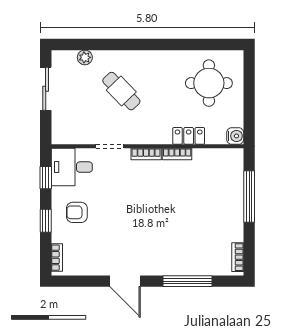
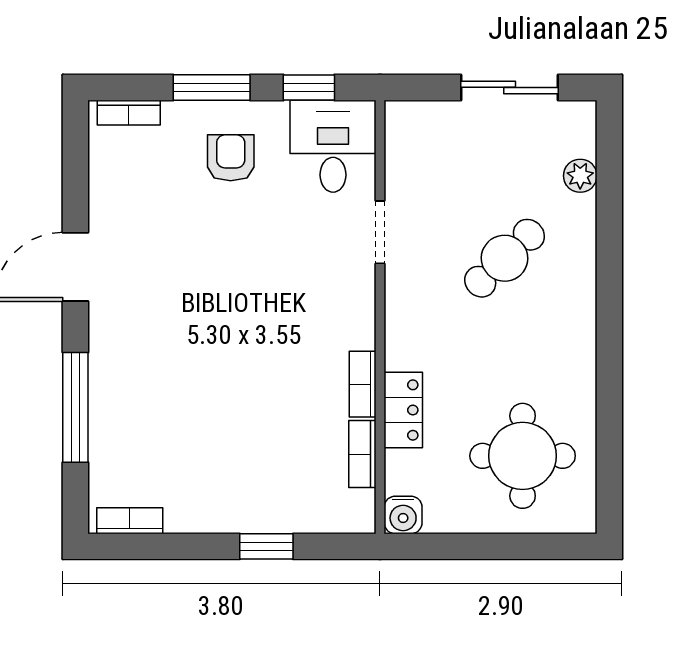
bookcase: (146, 154) -> (362, 454), moved
window: (249, 197) -> (266, 546), width x0.46
window: (46, 221) -> (212, 87), width x1.50

